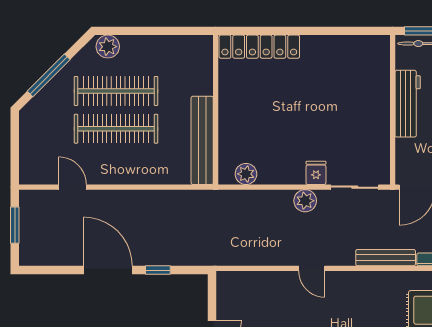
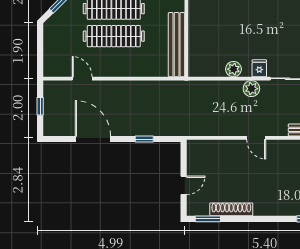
plant: (246, 174) -> (233, 69), moved
window: (15, 225) -> (40, 106), width x0.67
door: (108, 270) -> (93, 139), moved

